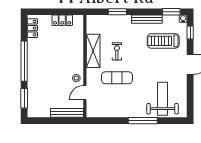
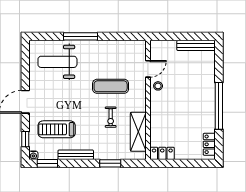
locker: (62, 20) -> (162, 153), moved
treadmill: (163, 41) -> (57, 129), turned 180
shelving: (93, 51) -> (138, 132), moved
window: (24, 98) -> (219, 62), removed
weight bench: (163, 99) -> (57, 62), turned 90
bench: (67, 113) -> (196, 45), moved

